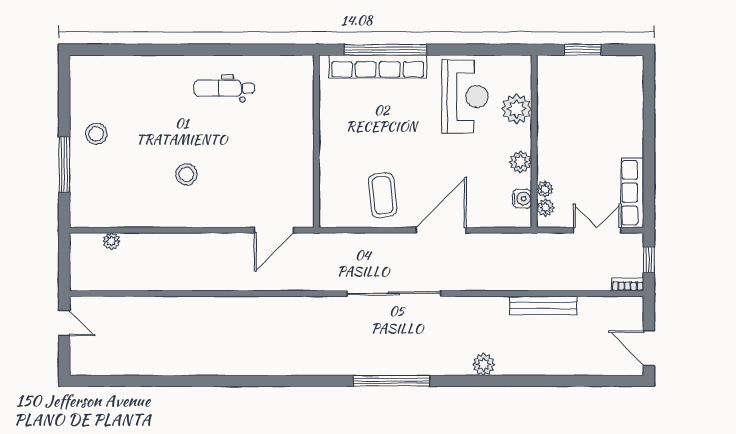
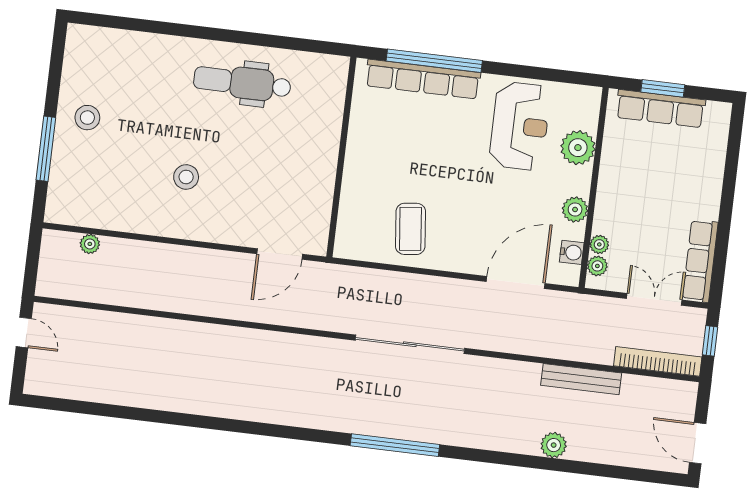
row of seats: (583, 67) -> (661, 109), added
dental chair: (224, 88) -> (242, 83), width x1.36, depth x1.38
door: (441, 230) -> (516, 283), moved
bookcase: (628, 285) -> (658, 361), width x2.31, depth x1.31
plant: (484, 364) -> (554, 445), moved

